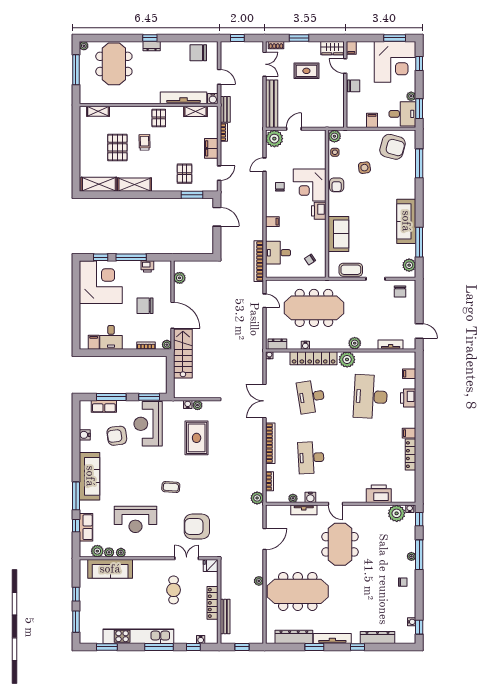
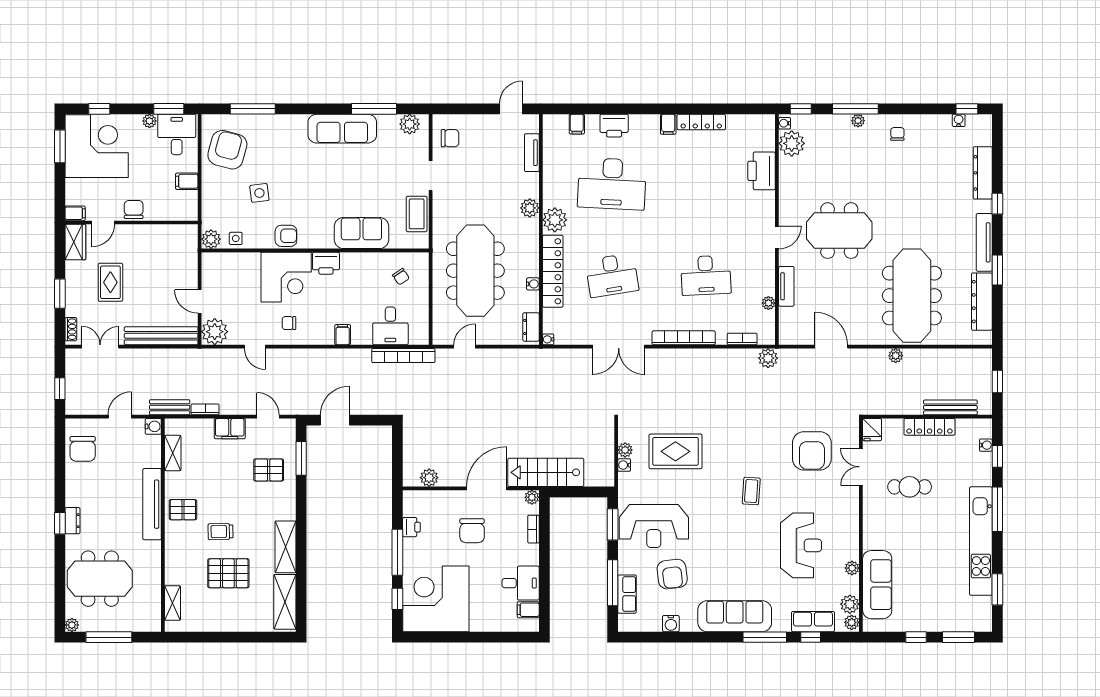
tv unit: (183, 98) -> (152, 504), moved
water cooler: (310, 497) -> (767, 276), removed
plant: (109, 552) -> (852, 622), moved

